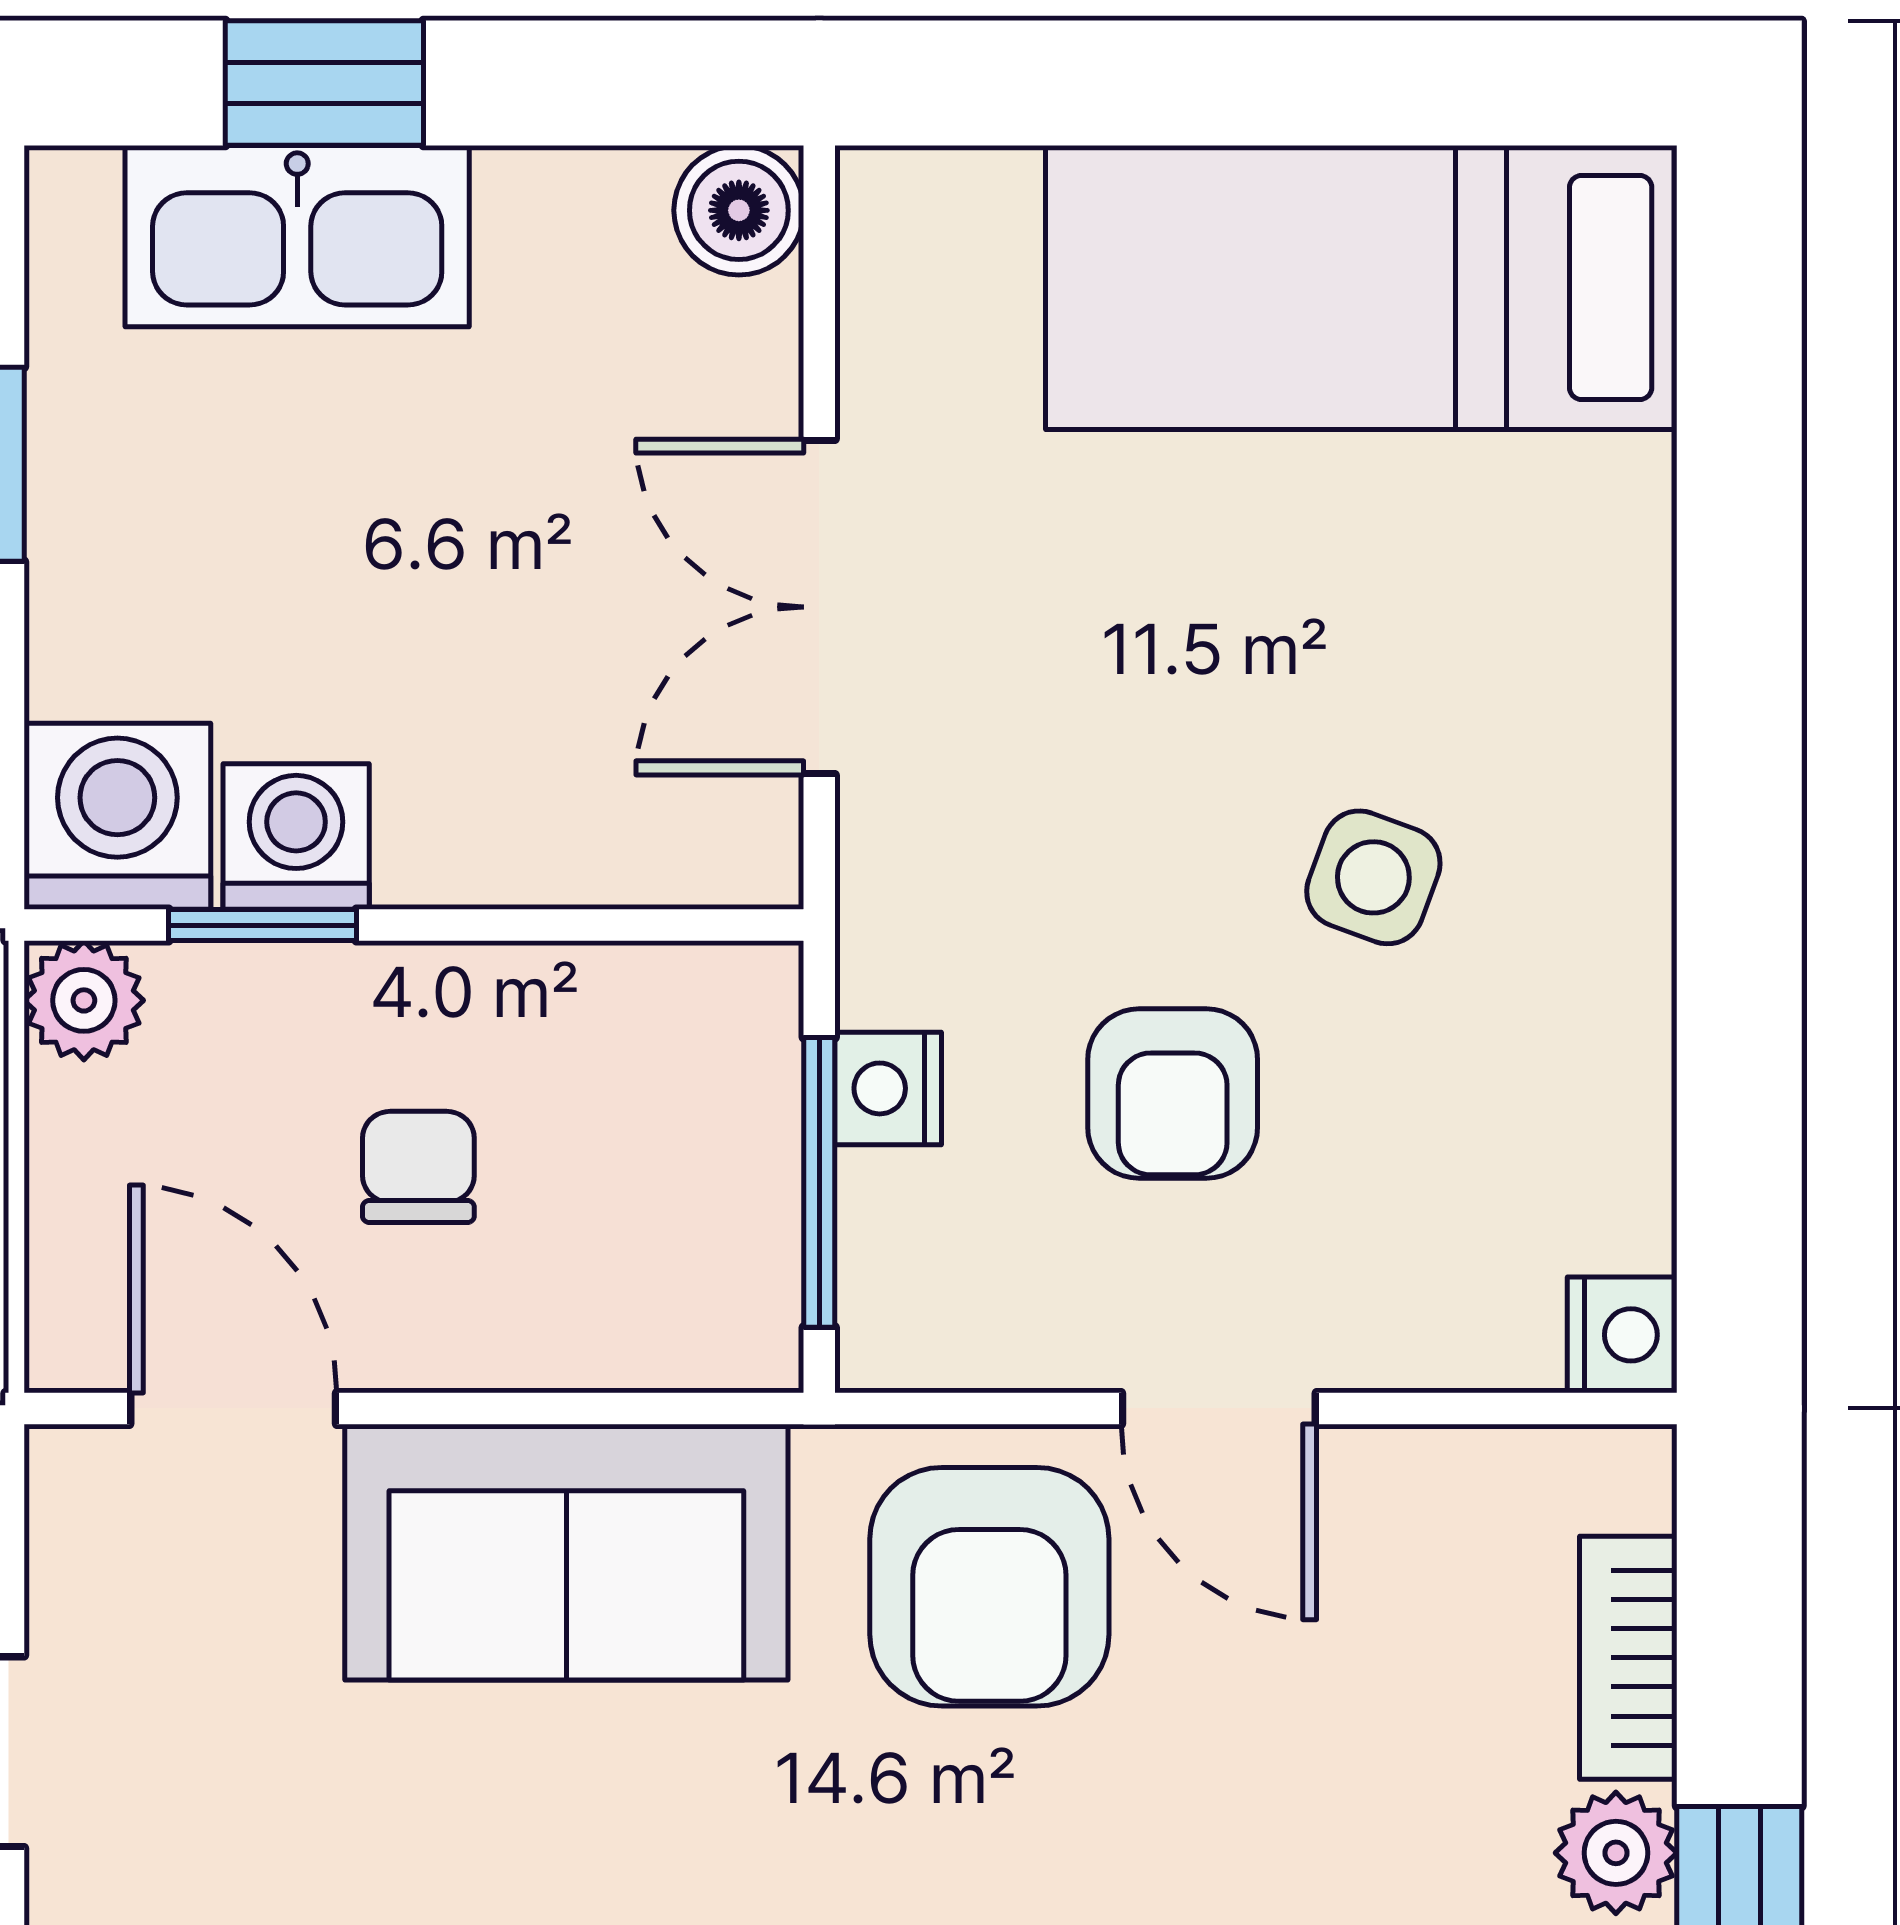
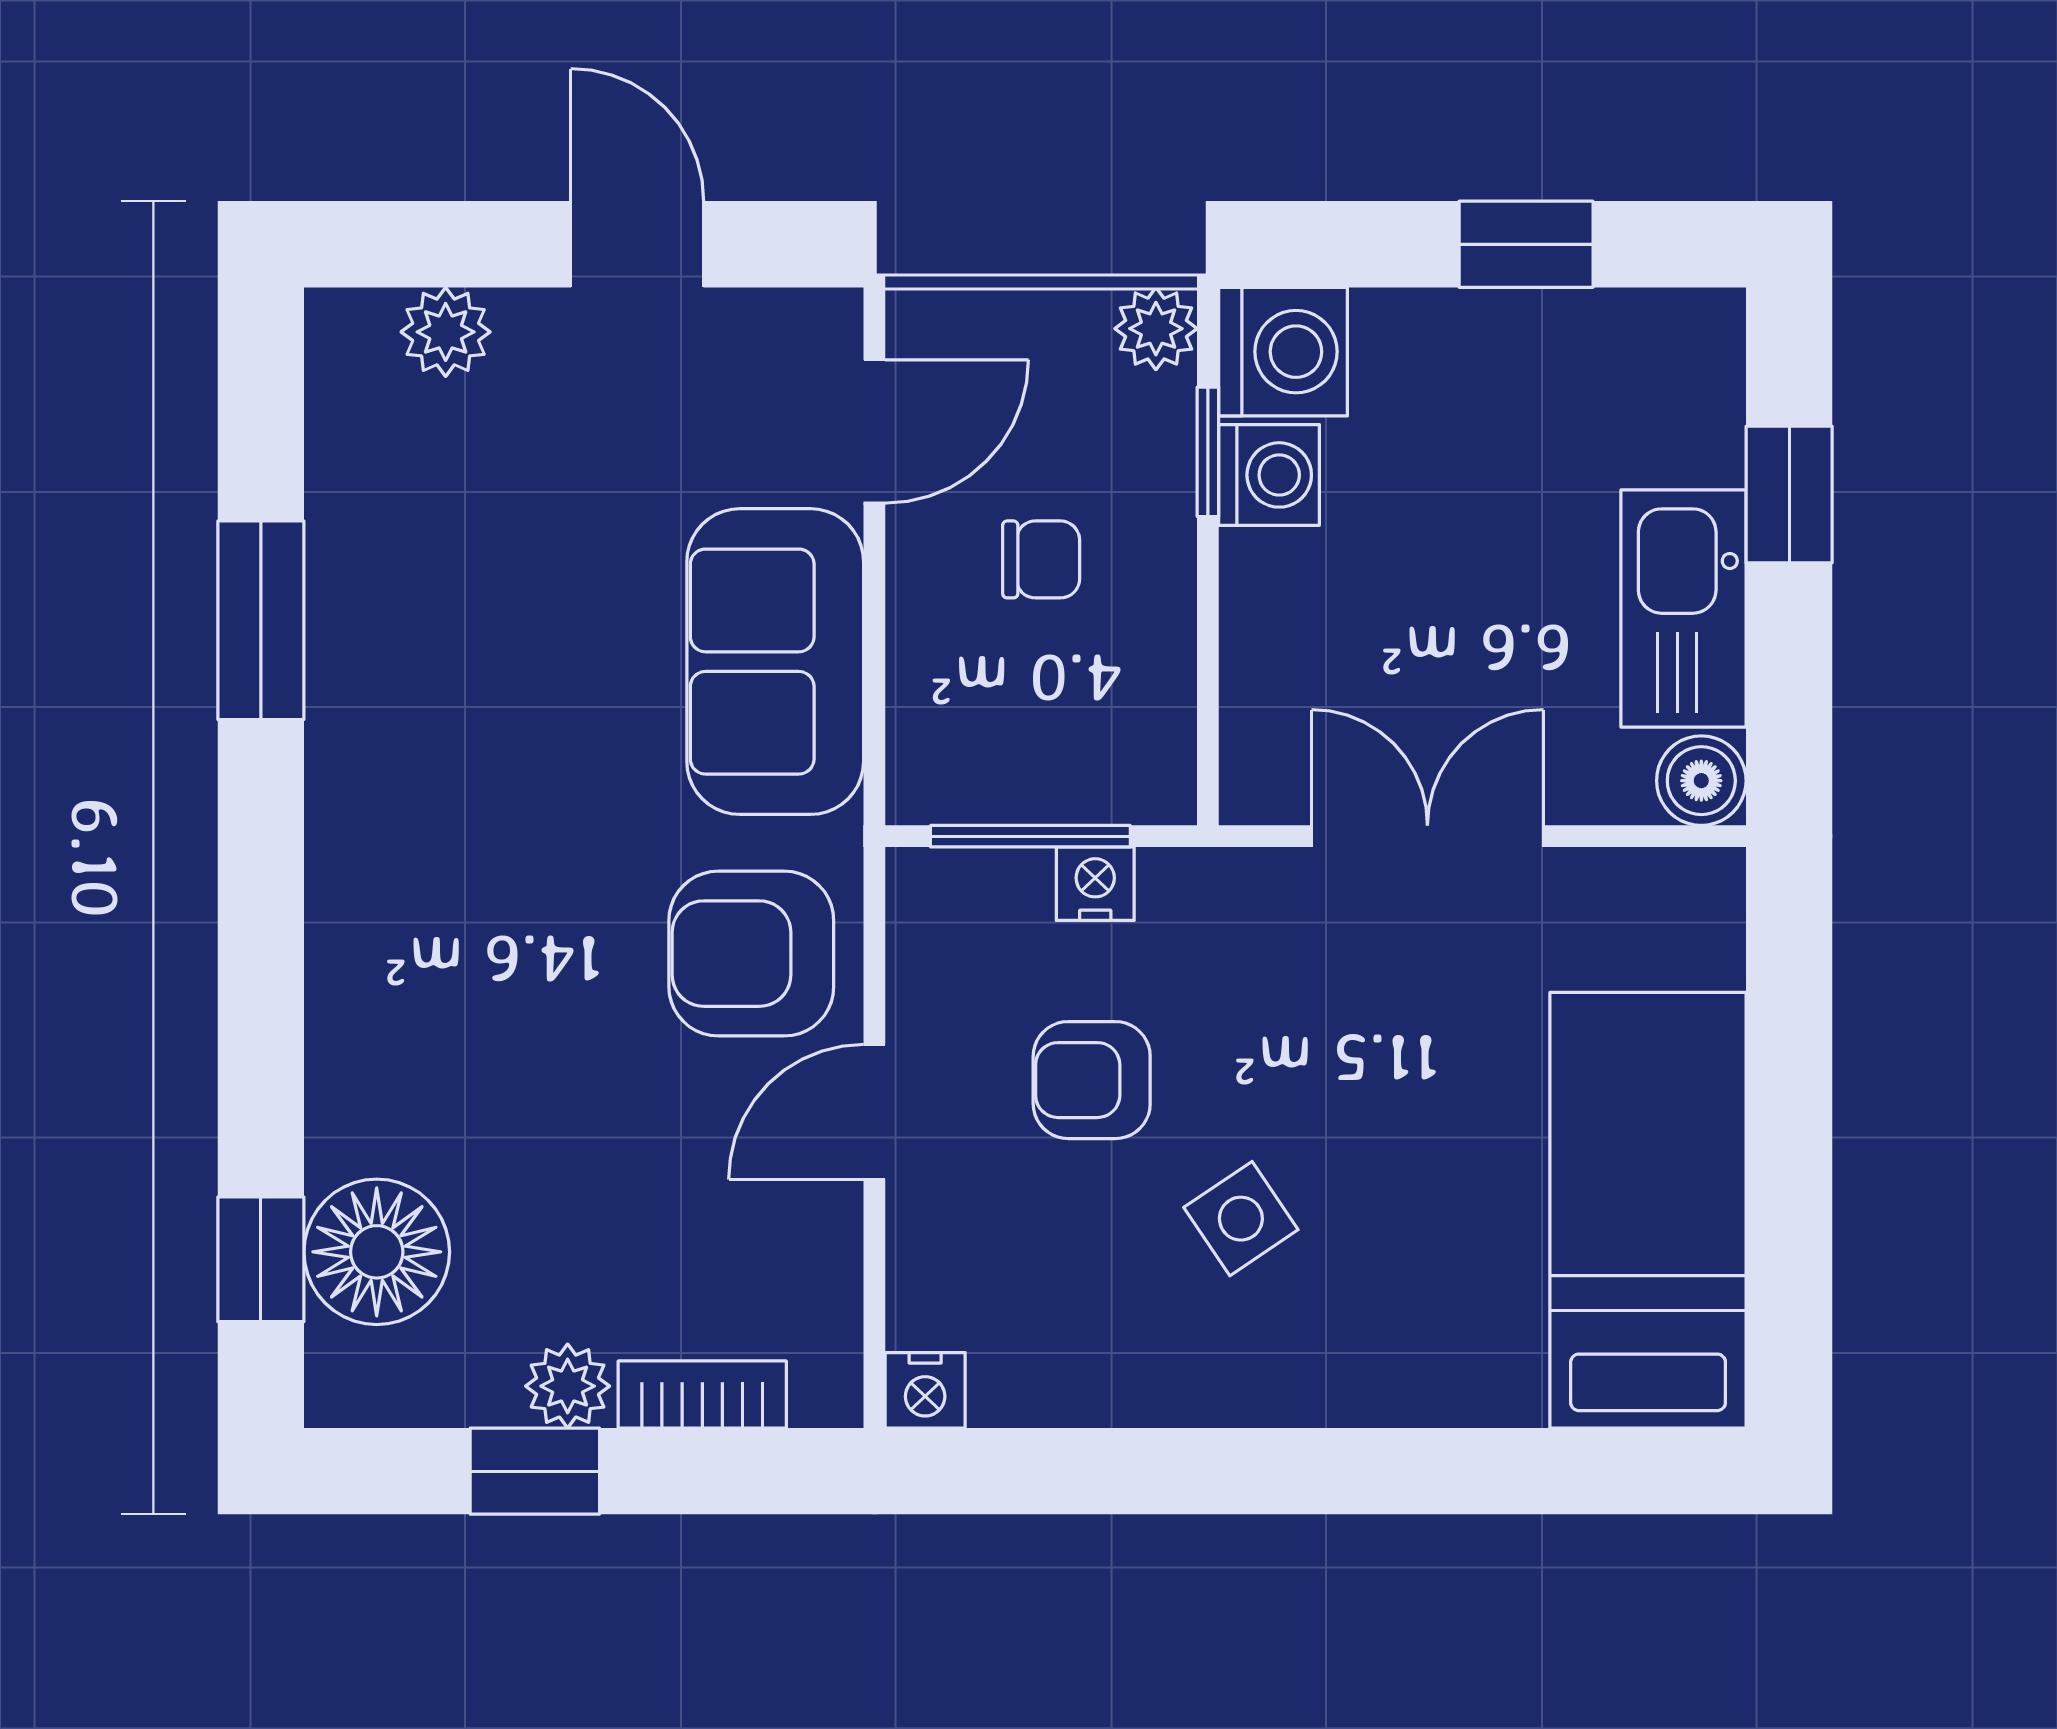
kitchen sink: (297, 236) -> (1683, 609), moved
side table: (1373, 877) -> (1241, 1219), turned 36

